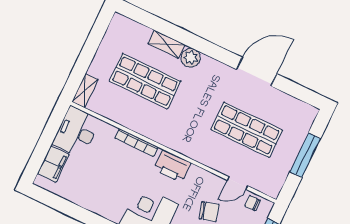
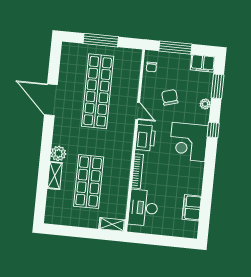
shop shelf: (247, 130) -> (98, 91), width x1.40
desk: (76, 132) -> (143, 208), moved, turned 90
filing cabinet: (53, 164) -> (192, 208), moved, turned -90
door: (237, 183) -> (138, 111), moved

